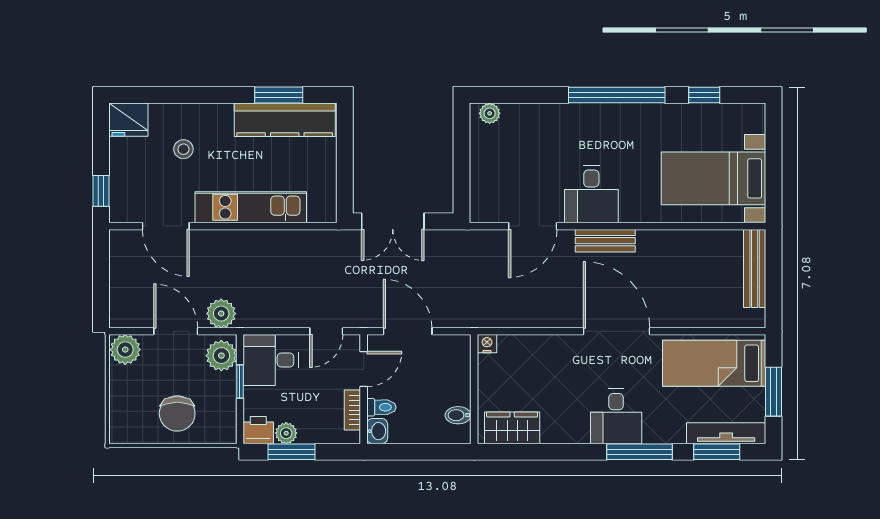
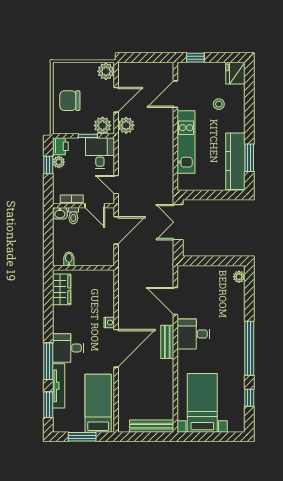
nightstand: (487, 344) -> (109, 322), moved
tv unit: (726, 433) -> (59, 386), moved
window: (291, 452) -> (48, 165), width x0.67

